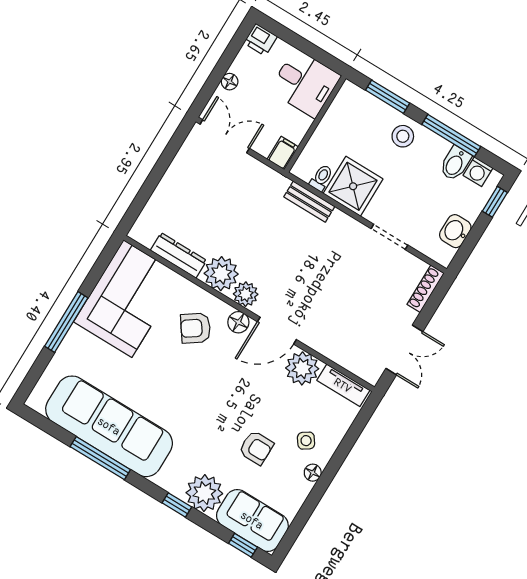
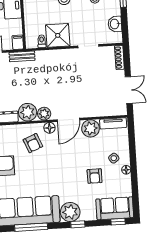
bench: (309, 202) -> (22, 56), moved
armchair: (196, 328) -> (33, 143), turned -77
armchair: (256, 448) -> (95, 176), turned 90
plant: (204, 493) -> (70, 212), moved

